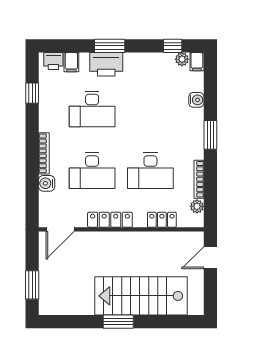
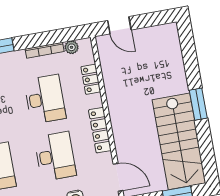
stairs: (141, 296) -> (179, 141), moved

